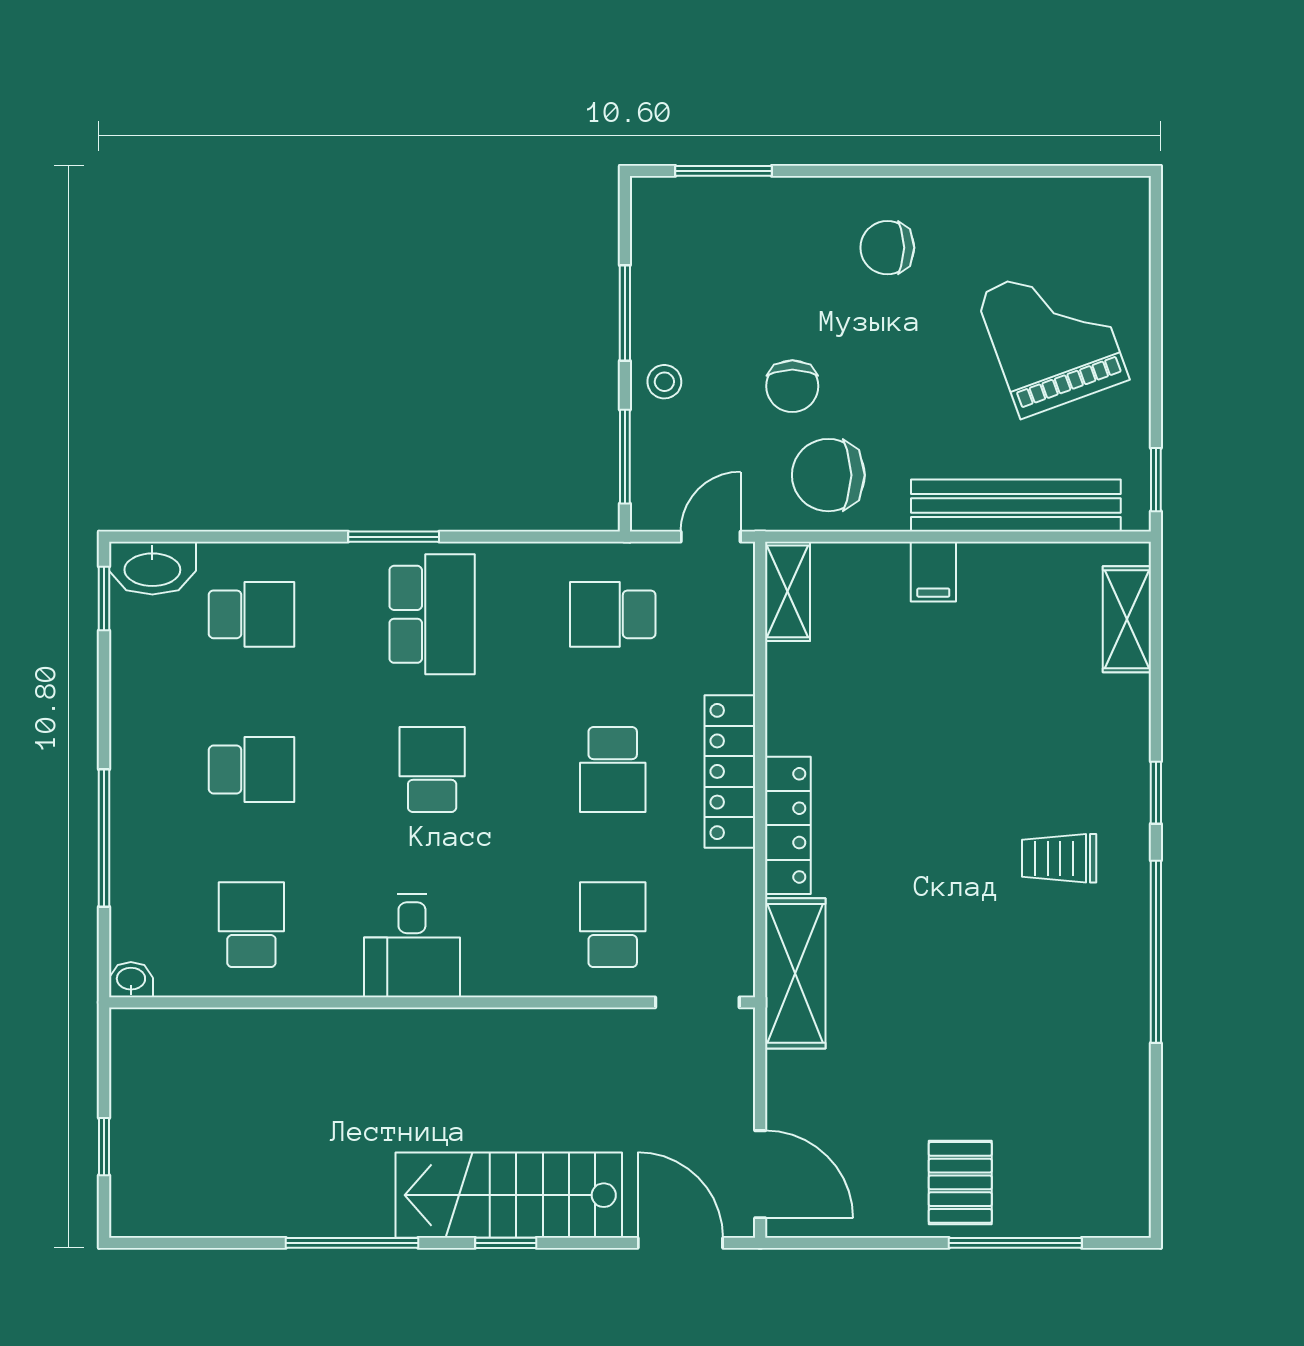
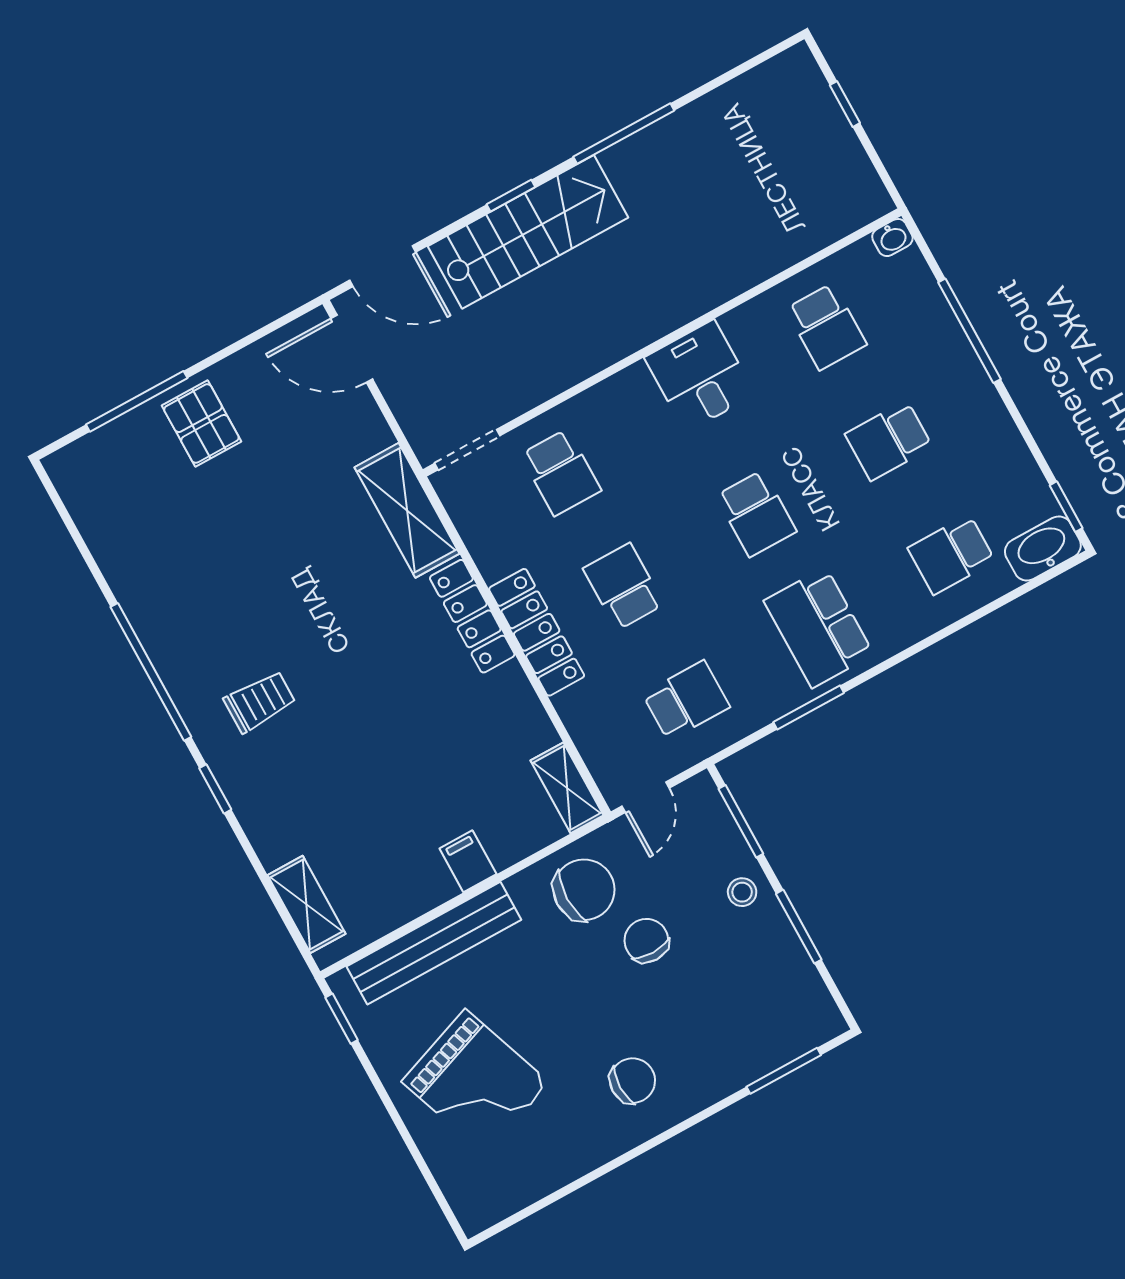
window: (394, 537) -> (809, 707), moved

